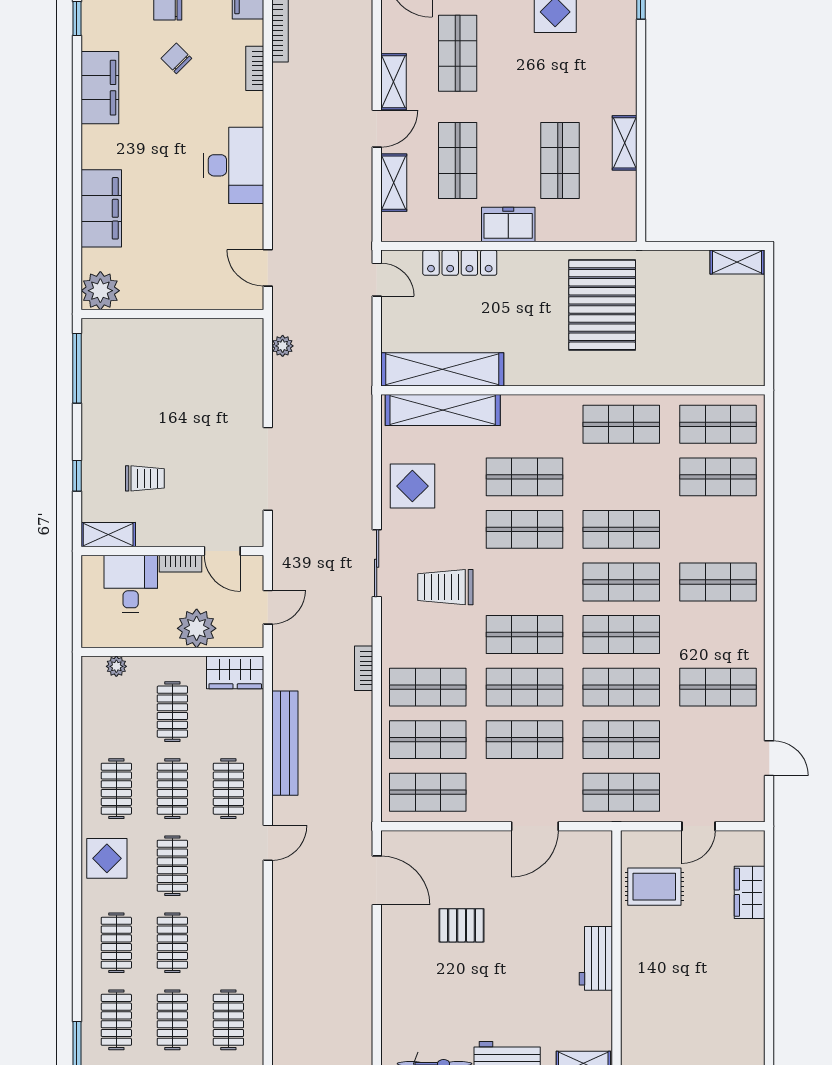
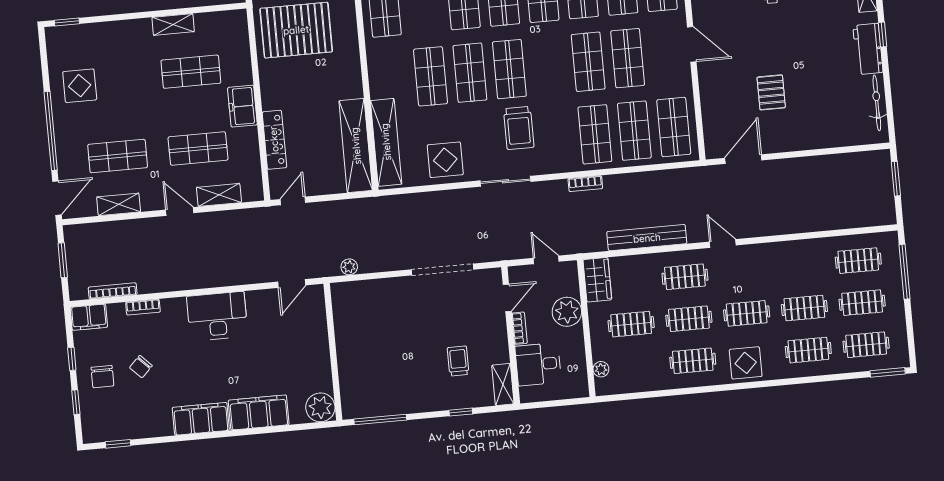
shelving: (393, 82) -> (119, 204), moved
filing cabinet: (100, 88) -> (201, 419), moved
shop shelf: (524, 635) -> (509, 69), moved

